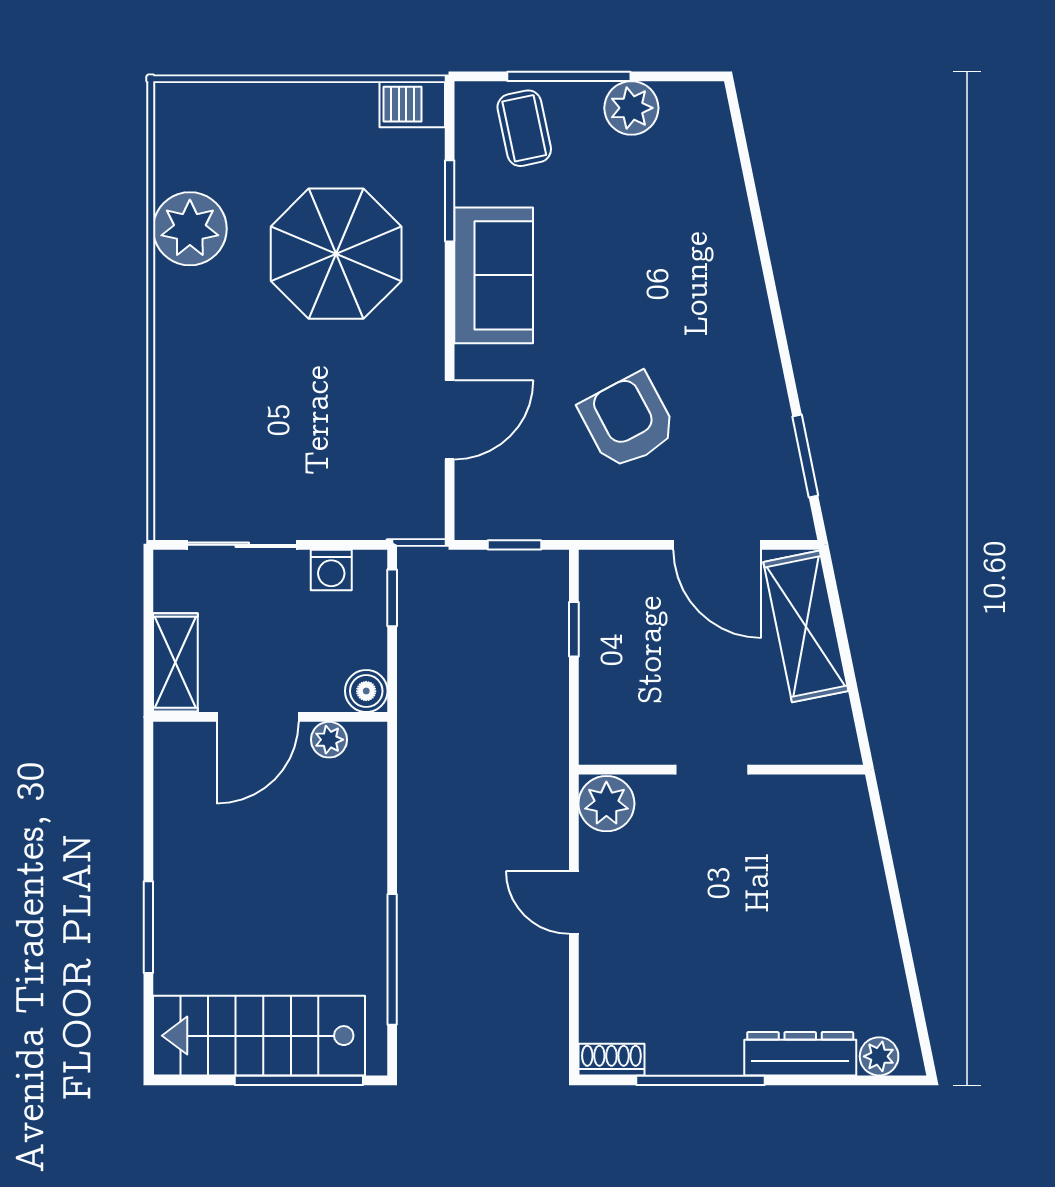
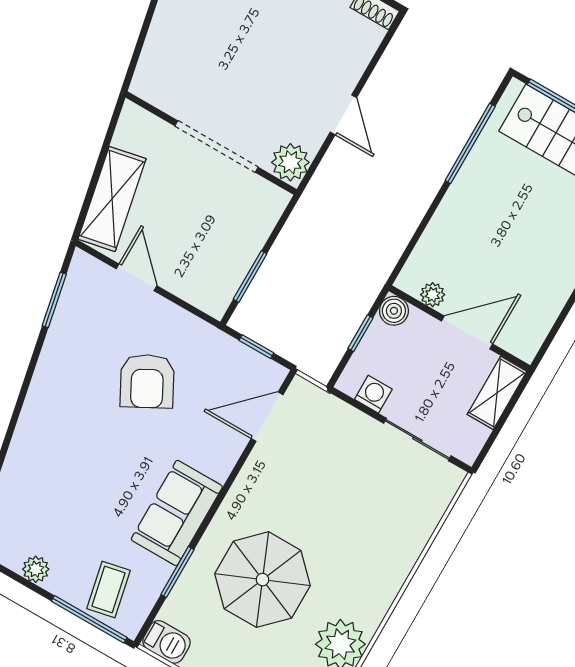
window: (569, 76) -> (89, 619), moved
plant: (631, 108) -> (36, 569), width x0.73, depth x0.73
door: (450, 420) -> (267, 417), moved
door: (717, 545) -> (137, 277), width x0.73
window: (392, 598) -> (361, 333), moved
window: (574, 629) -> (250, 276), width x1.50
doorway: (712, 770) -> (217, 146), width x1.88

